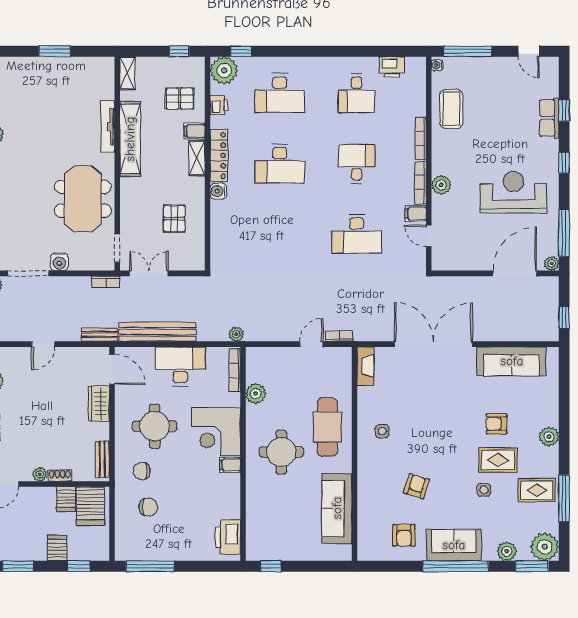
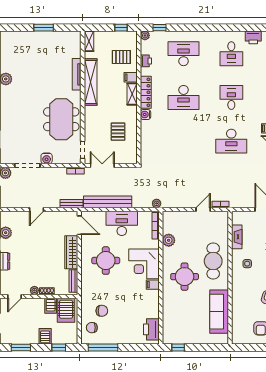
plant: (224, 70) -> (145, 35), width x0.53, depth x0.53
desk: (280, 93) -> (184, 54), turned 180
fireplace: (365, 366) -> (237, 237), moved
wardrobe: (99, 404) -> (71, 252), width x1.50
chair: (142, 471) -> (92, 328), moved

